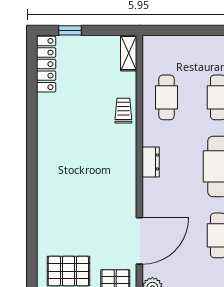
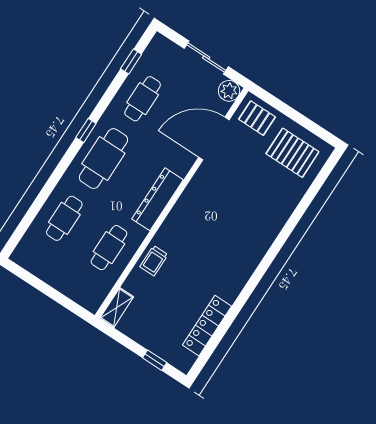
locker: (46, 64) -> (207, 326), moved
dresser: (151, 162) -> (157, 199), width x1.96, depth x1.24

